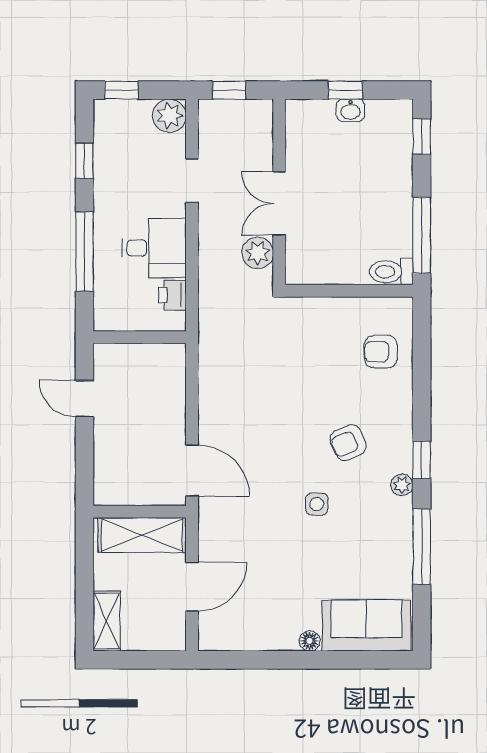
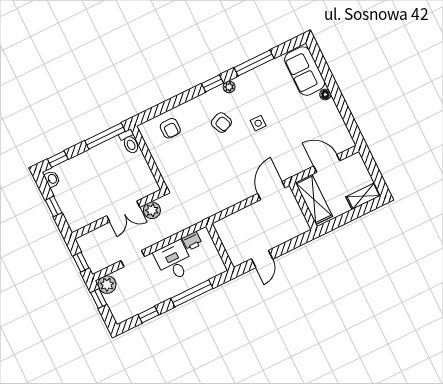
window: (121, 90) -> (99, 299), moved
washbasin: (350, 110) -> (52, 179), moved

